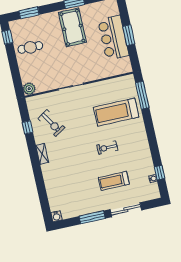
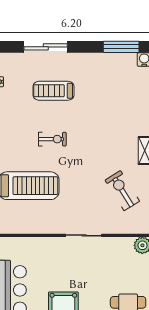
treadmill: (114, 181) -> (53, 91), turned 180
window: (92, 217) -> (121, 47), moved

